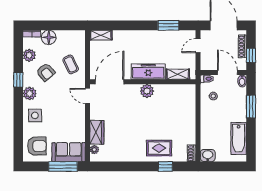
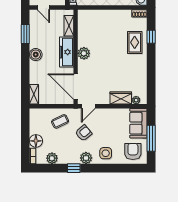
boiler: (145, 37) -> (36, 55), added
armchair: (46, 72) -> (84, 133), moved
window: (63, 166) -> (151, 138), moved

